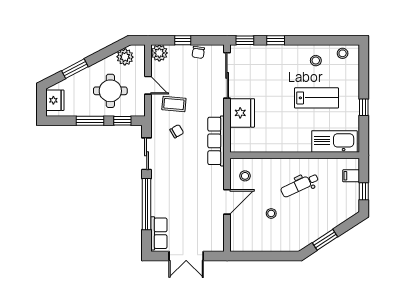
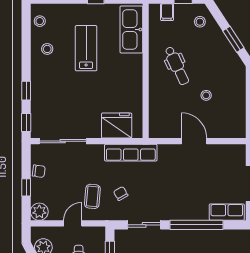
fridge: (242, 113) -> (117, 126), moved
stool: (245, 176) -> (200, 22), moved

